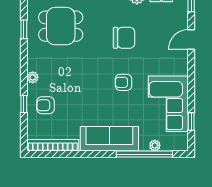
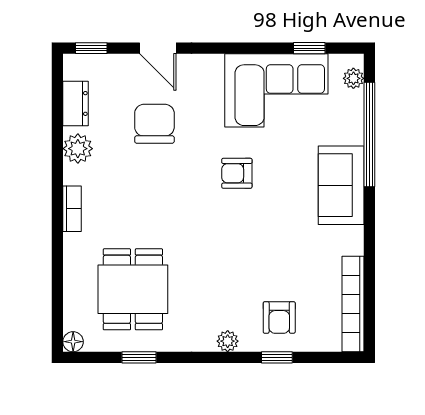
chair: (124, 38) -> (154, 124), moved
armchair: (123, 82) -> (237, 173), turned 90
sofa: (109, 139) -> (341, 185), width x0.73
plant: (155, 145) -> (353, 78), moved

